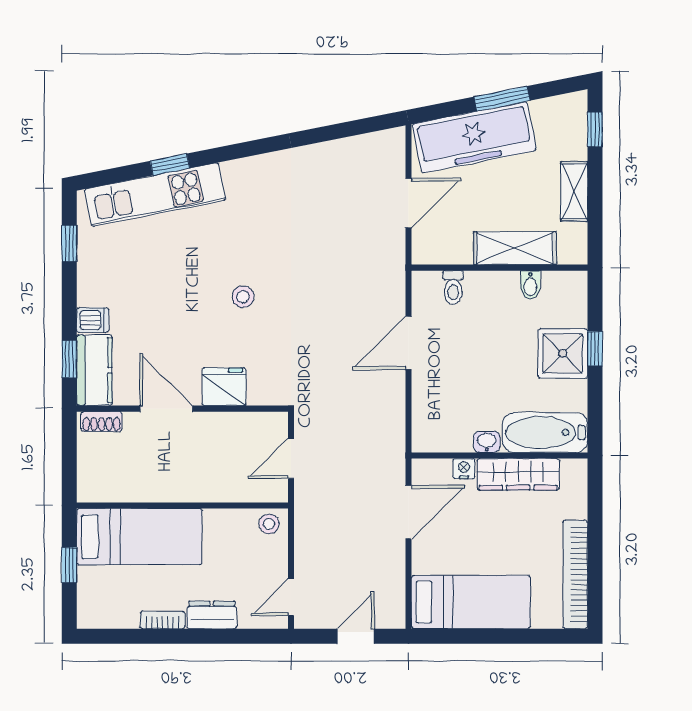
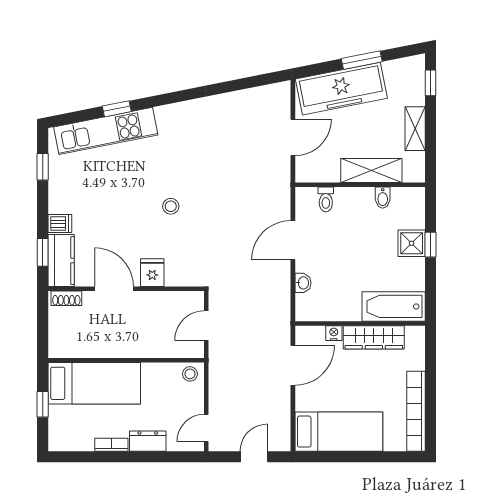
shower: (563, 353) -> (412, 243), width x0.73, depth x0.73
fridge: (224, 387) -> (152, 273), width x0.72
washbasin: (487, 442) -> (303, 283), moved, turned 90

